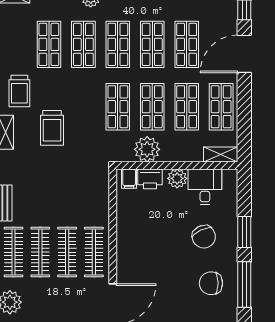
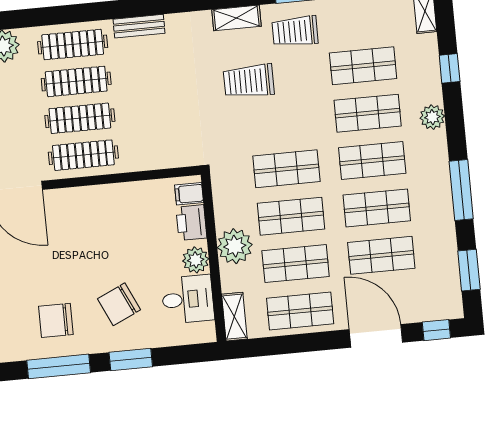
plant: (147, 149) -> (235, 246), moved
chair: (211, 283) -> (56, 320), turned -90

